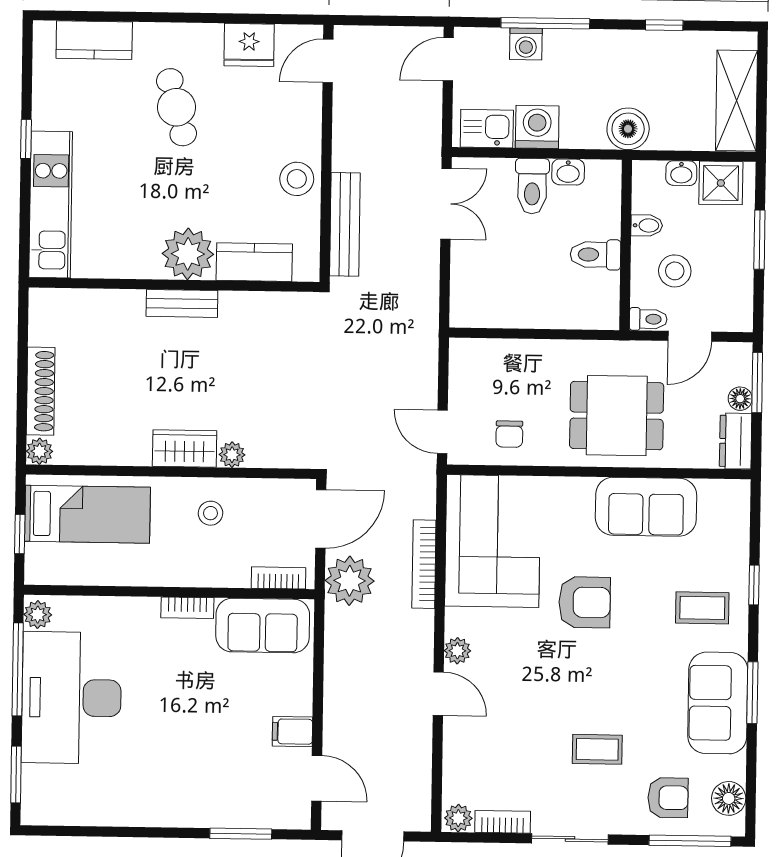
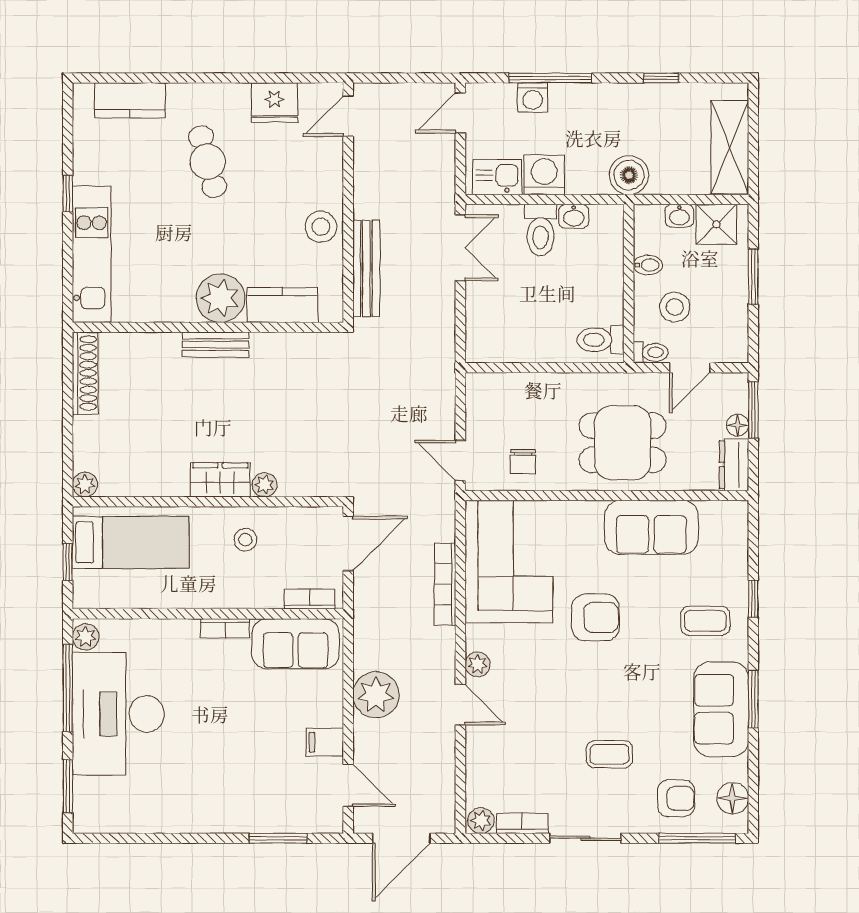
toilet: (595, 255) -> (600, 340), moved
shoe rack: (41, 391) -> (85, 373), moved
plant: (350, 581) -> (376, 695), moved

